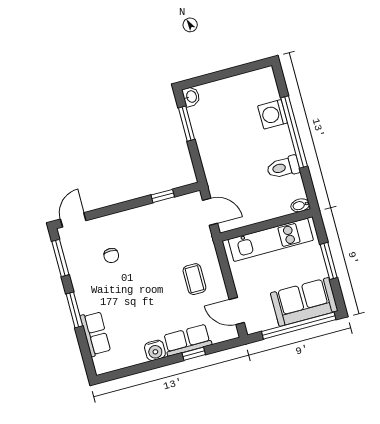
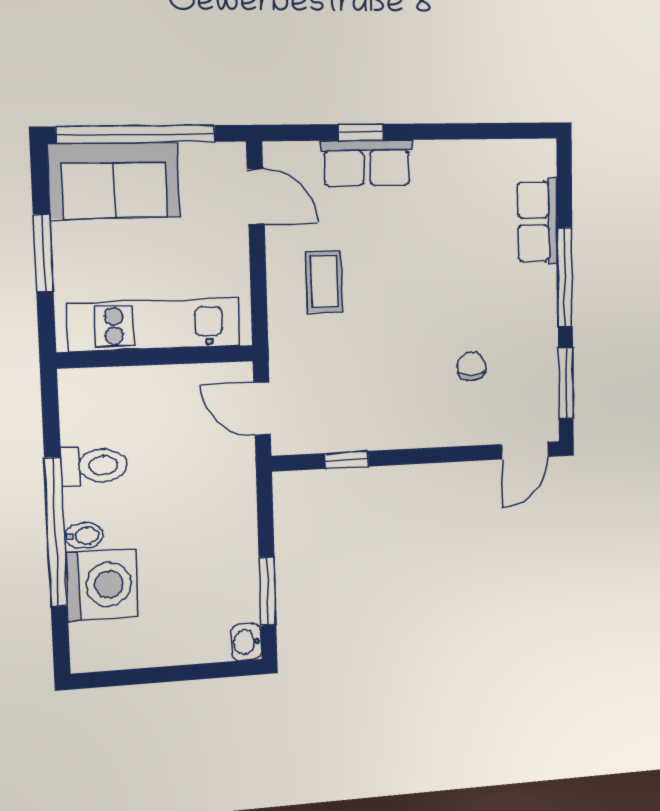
washing machine: (273, 114) -> (102, 585), width x1.37, depth x1.37
bidet: (300, 205) -> (84, 536), moved
window: (74, 310) -> (565, 278), width x1.44
water cooler: (155, 350) -> (434, 159), removed

